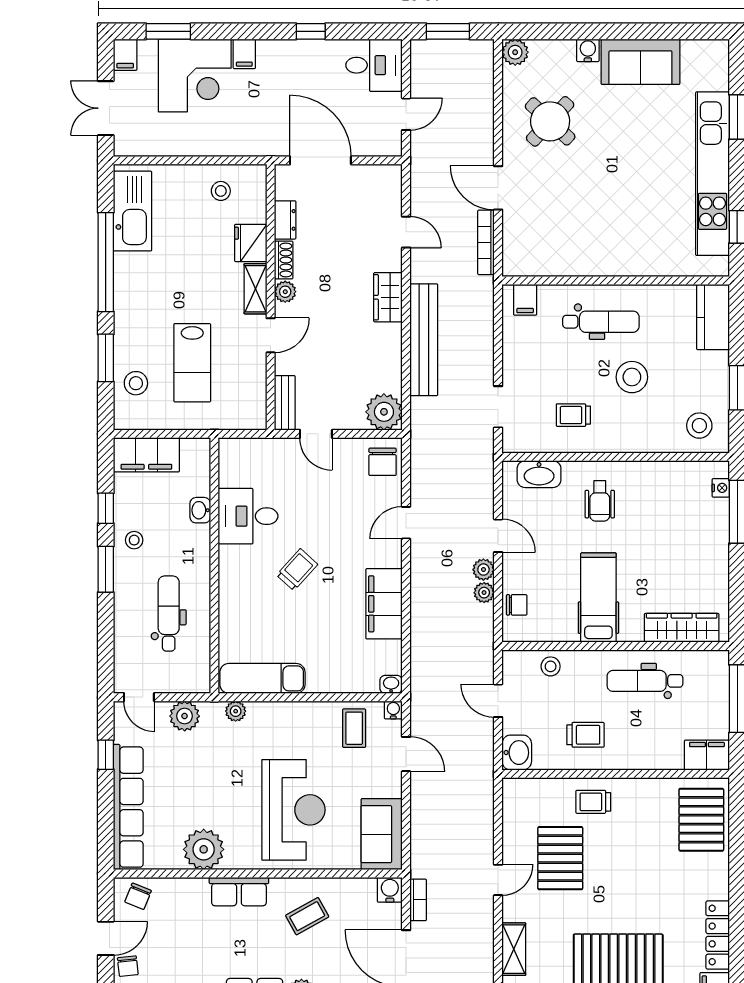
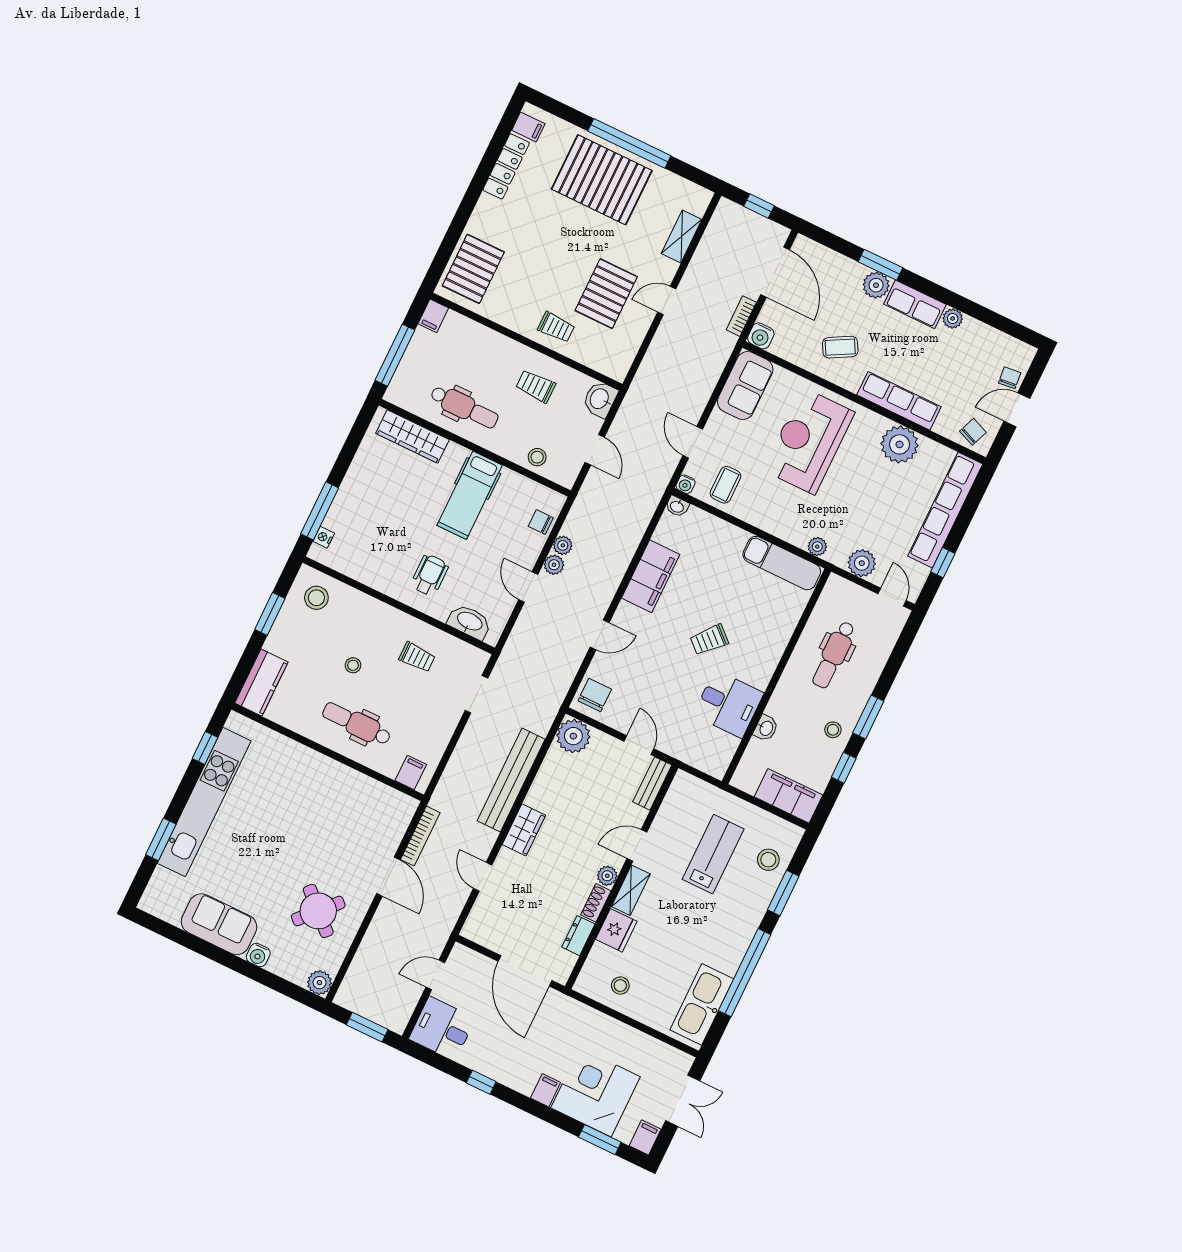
stool: (632, 377) -> (353, 665), width x0.53, depth x0.53
filing cabinet: (707, 755) -> (433, 316), width x0.50
row of seats: (239, 892) -> (899, 401), width x1.48

